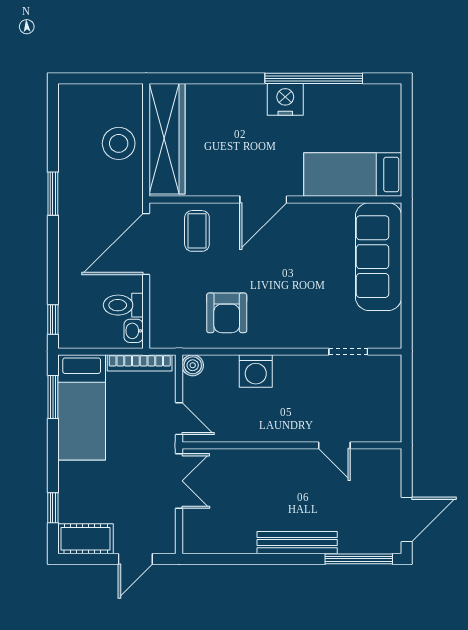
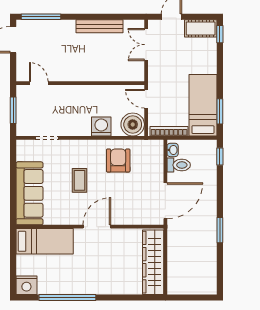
nightstand: (285, 99) -> (26, 285), moved
stool: (119, 143) -> (181, 259), removed
coffee table: (197, 231) -> (80, 180), moved
boiler: (193, 365) -> (133, 124), width x1.86, depth x1.86
window: (407, 399) -> (13, 110), added
door: (334, 445) -> (39, 83), moved
double door: (179, 481) -> (146, 45), moved
window: (53, 508) -> (220, 34), moved
bench: (297, 543) -> (100, 26), moved

